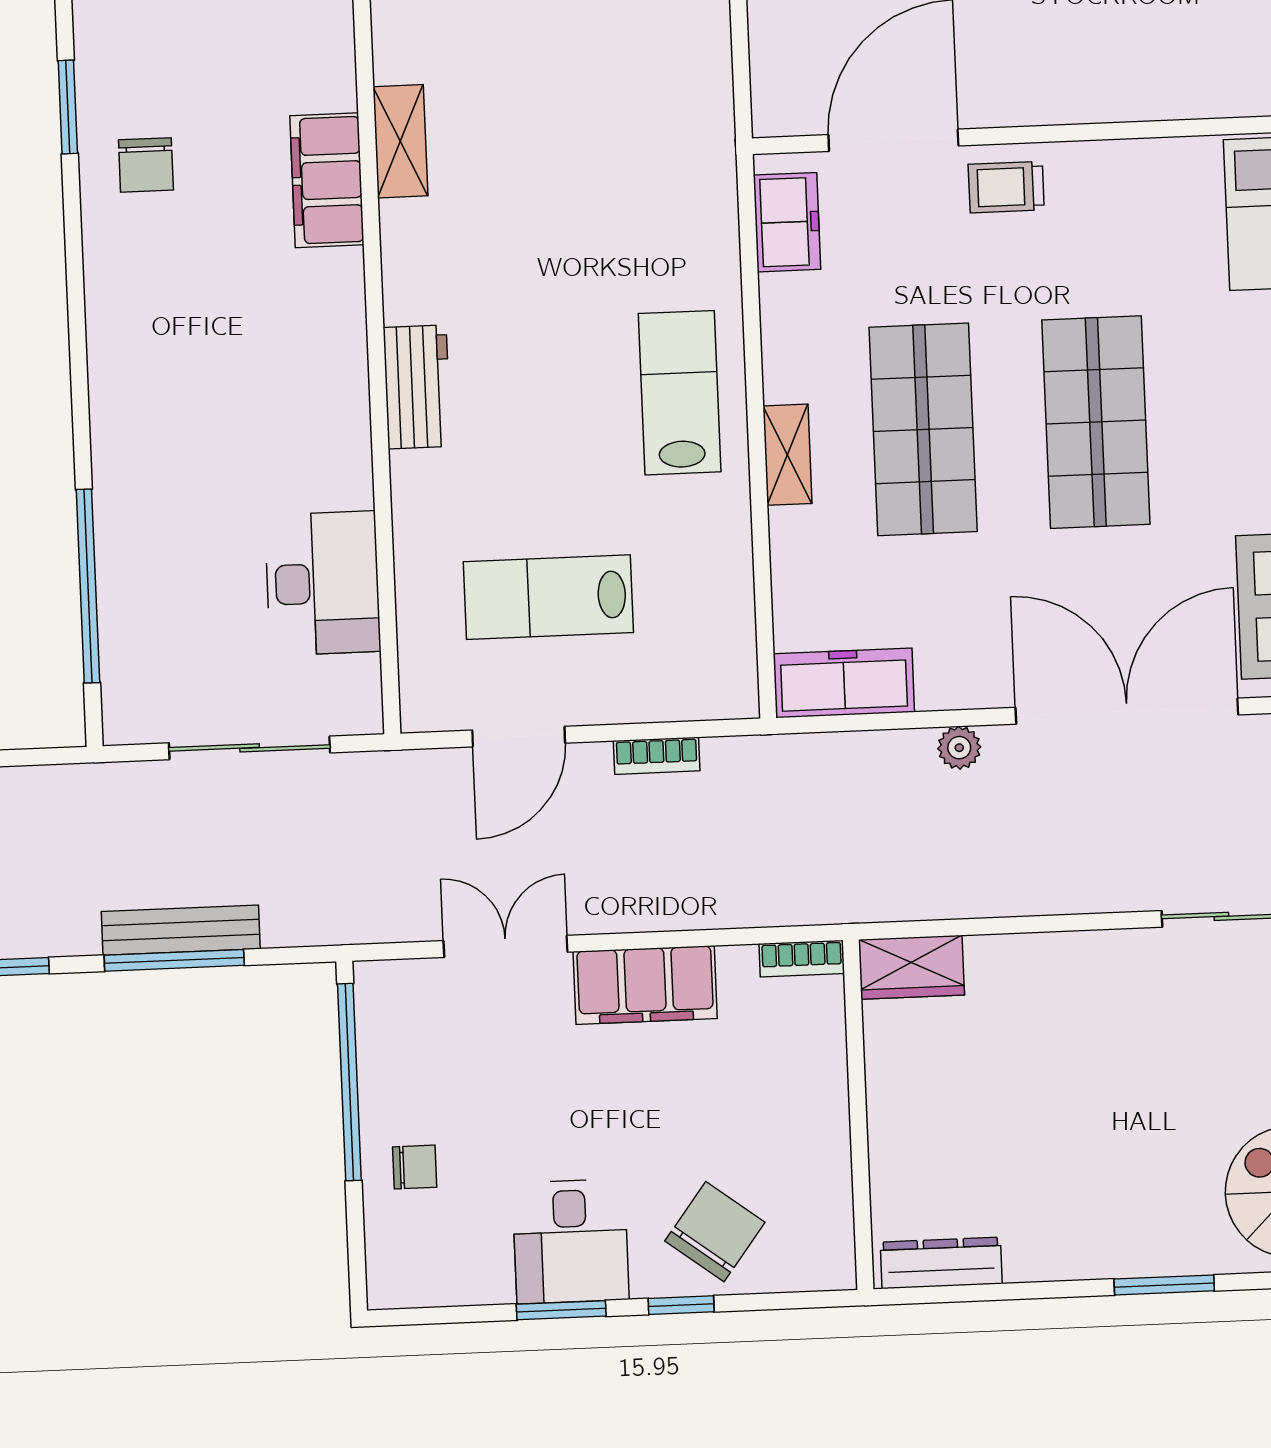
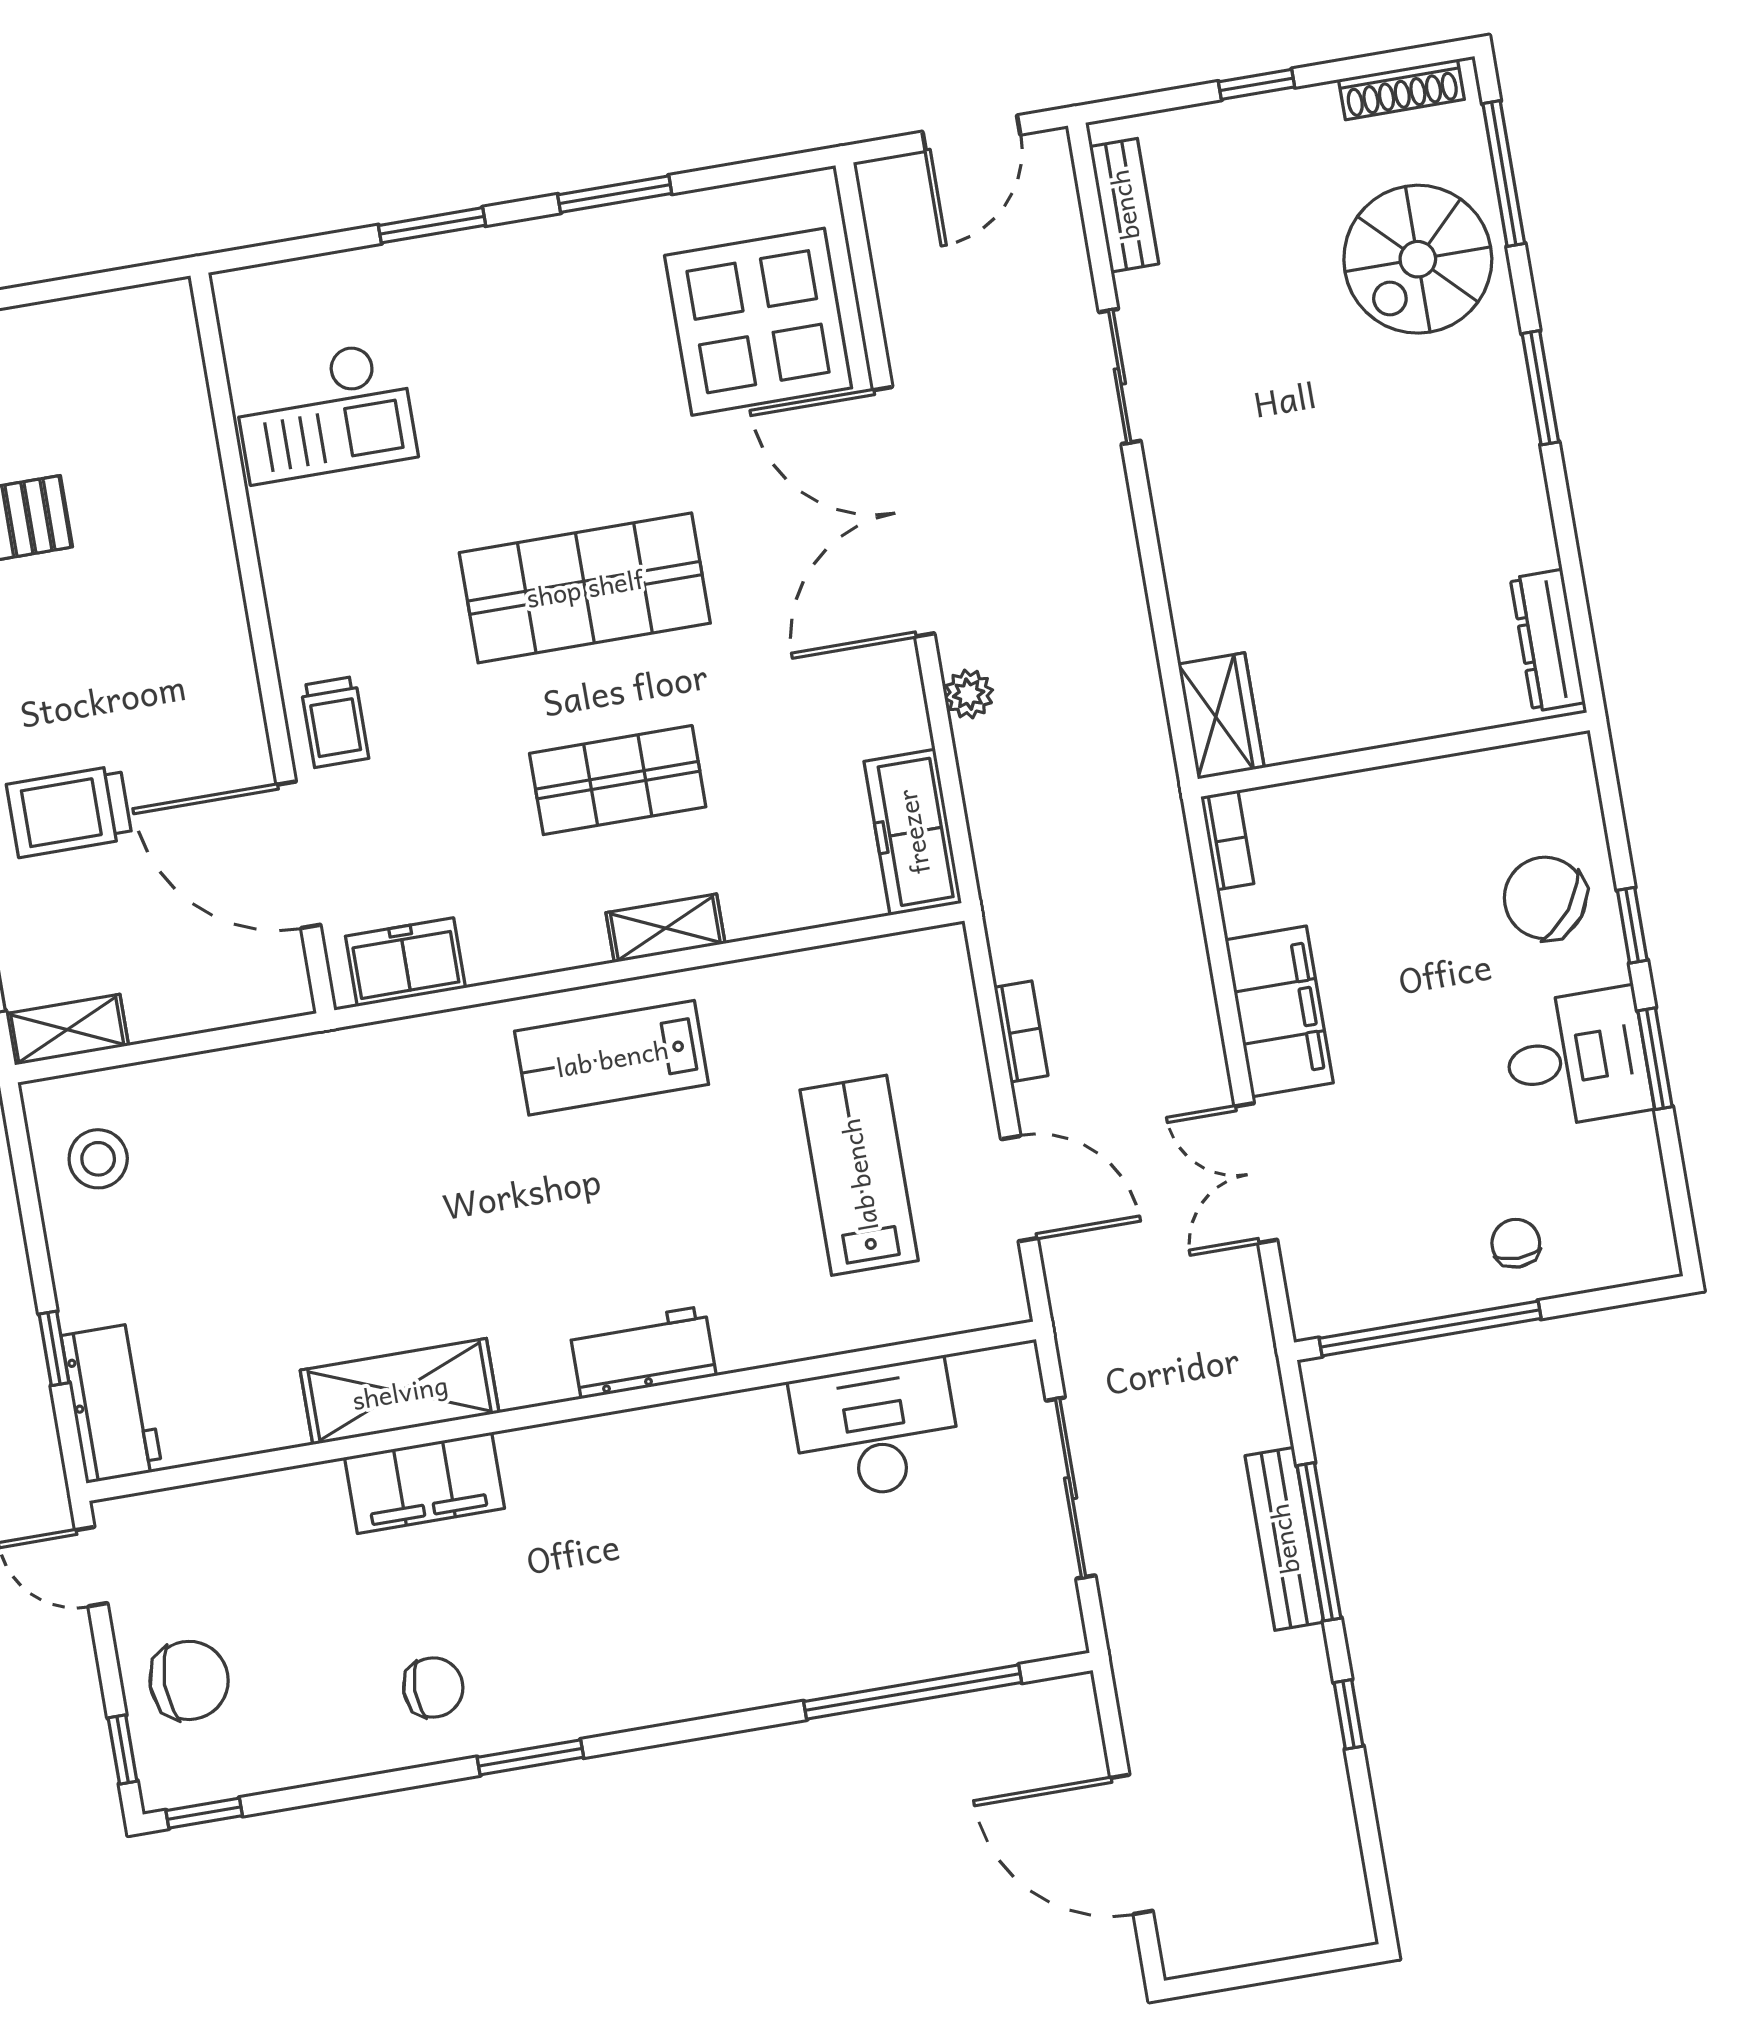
window: (68, 107) -> (530, 1757), moved
shelving: (400, 141) -> (400, 1392), width x1.50, depth x1.33
shop shelf: (923, 429) -> (618, 780), width x0.70, depth x0.74
lab bench: (548, 597) -> (859, 1175), turned 180

